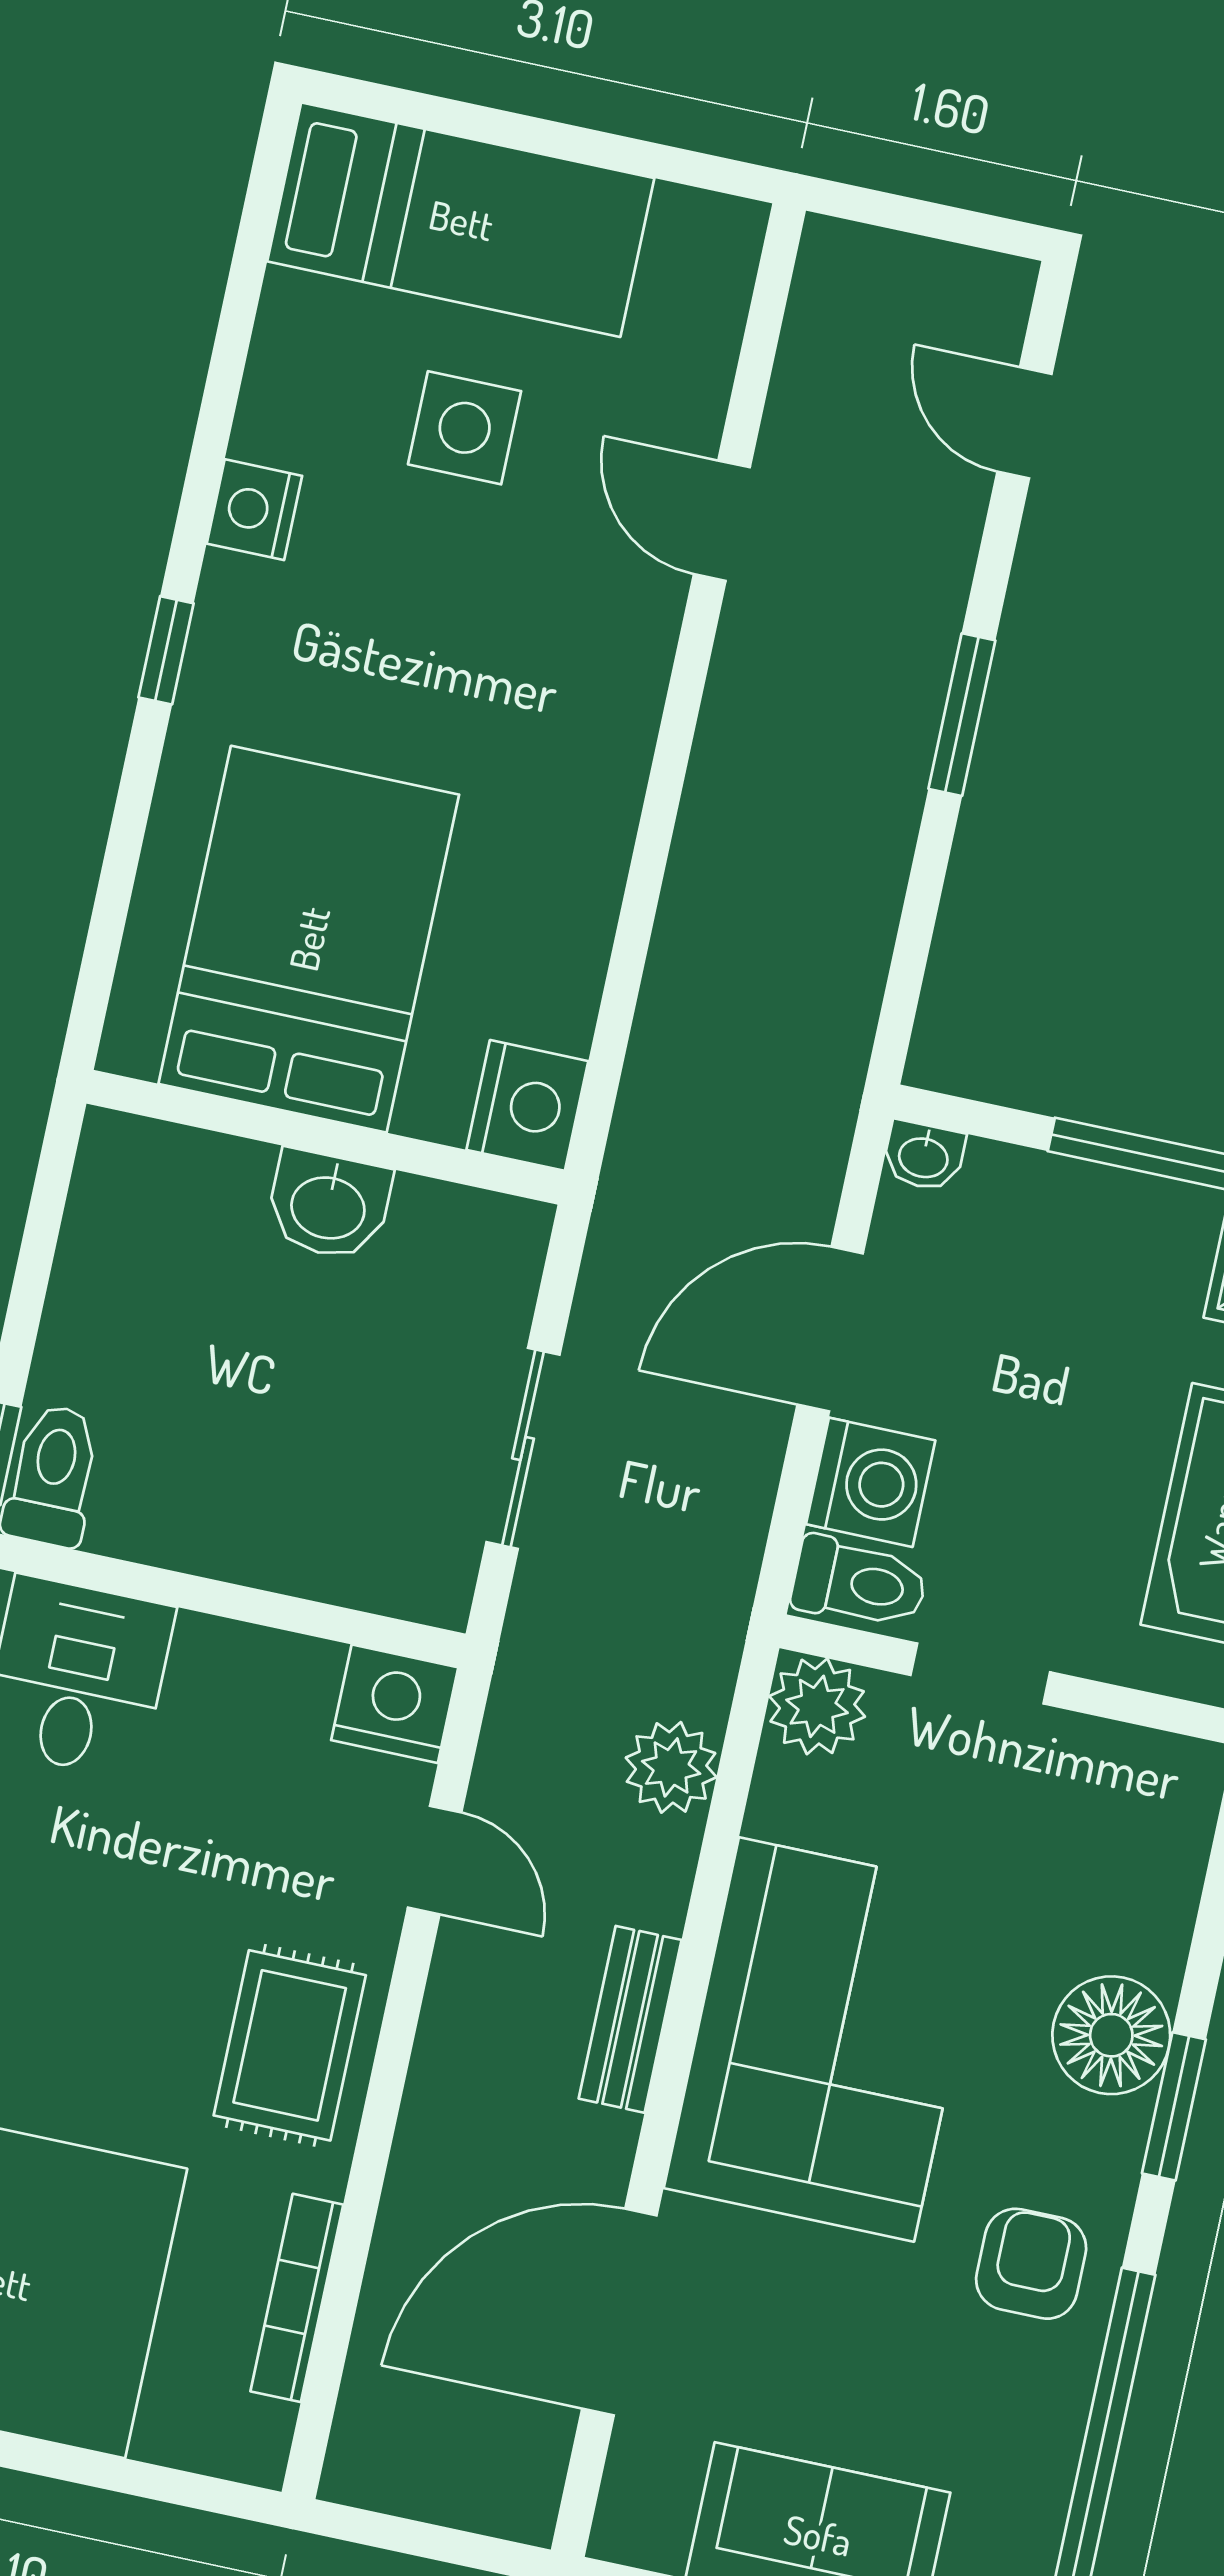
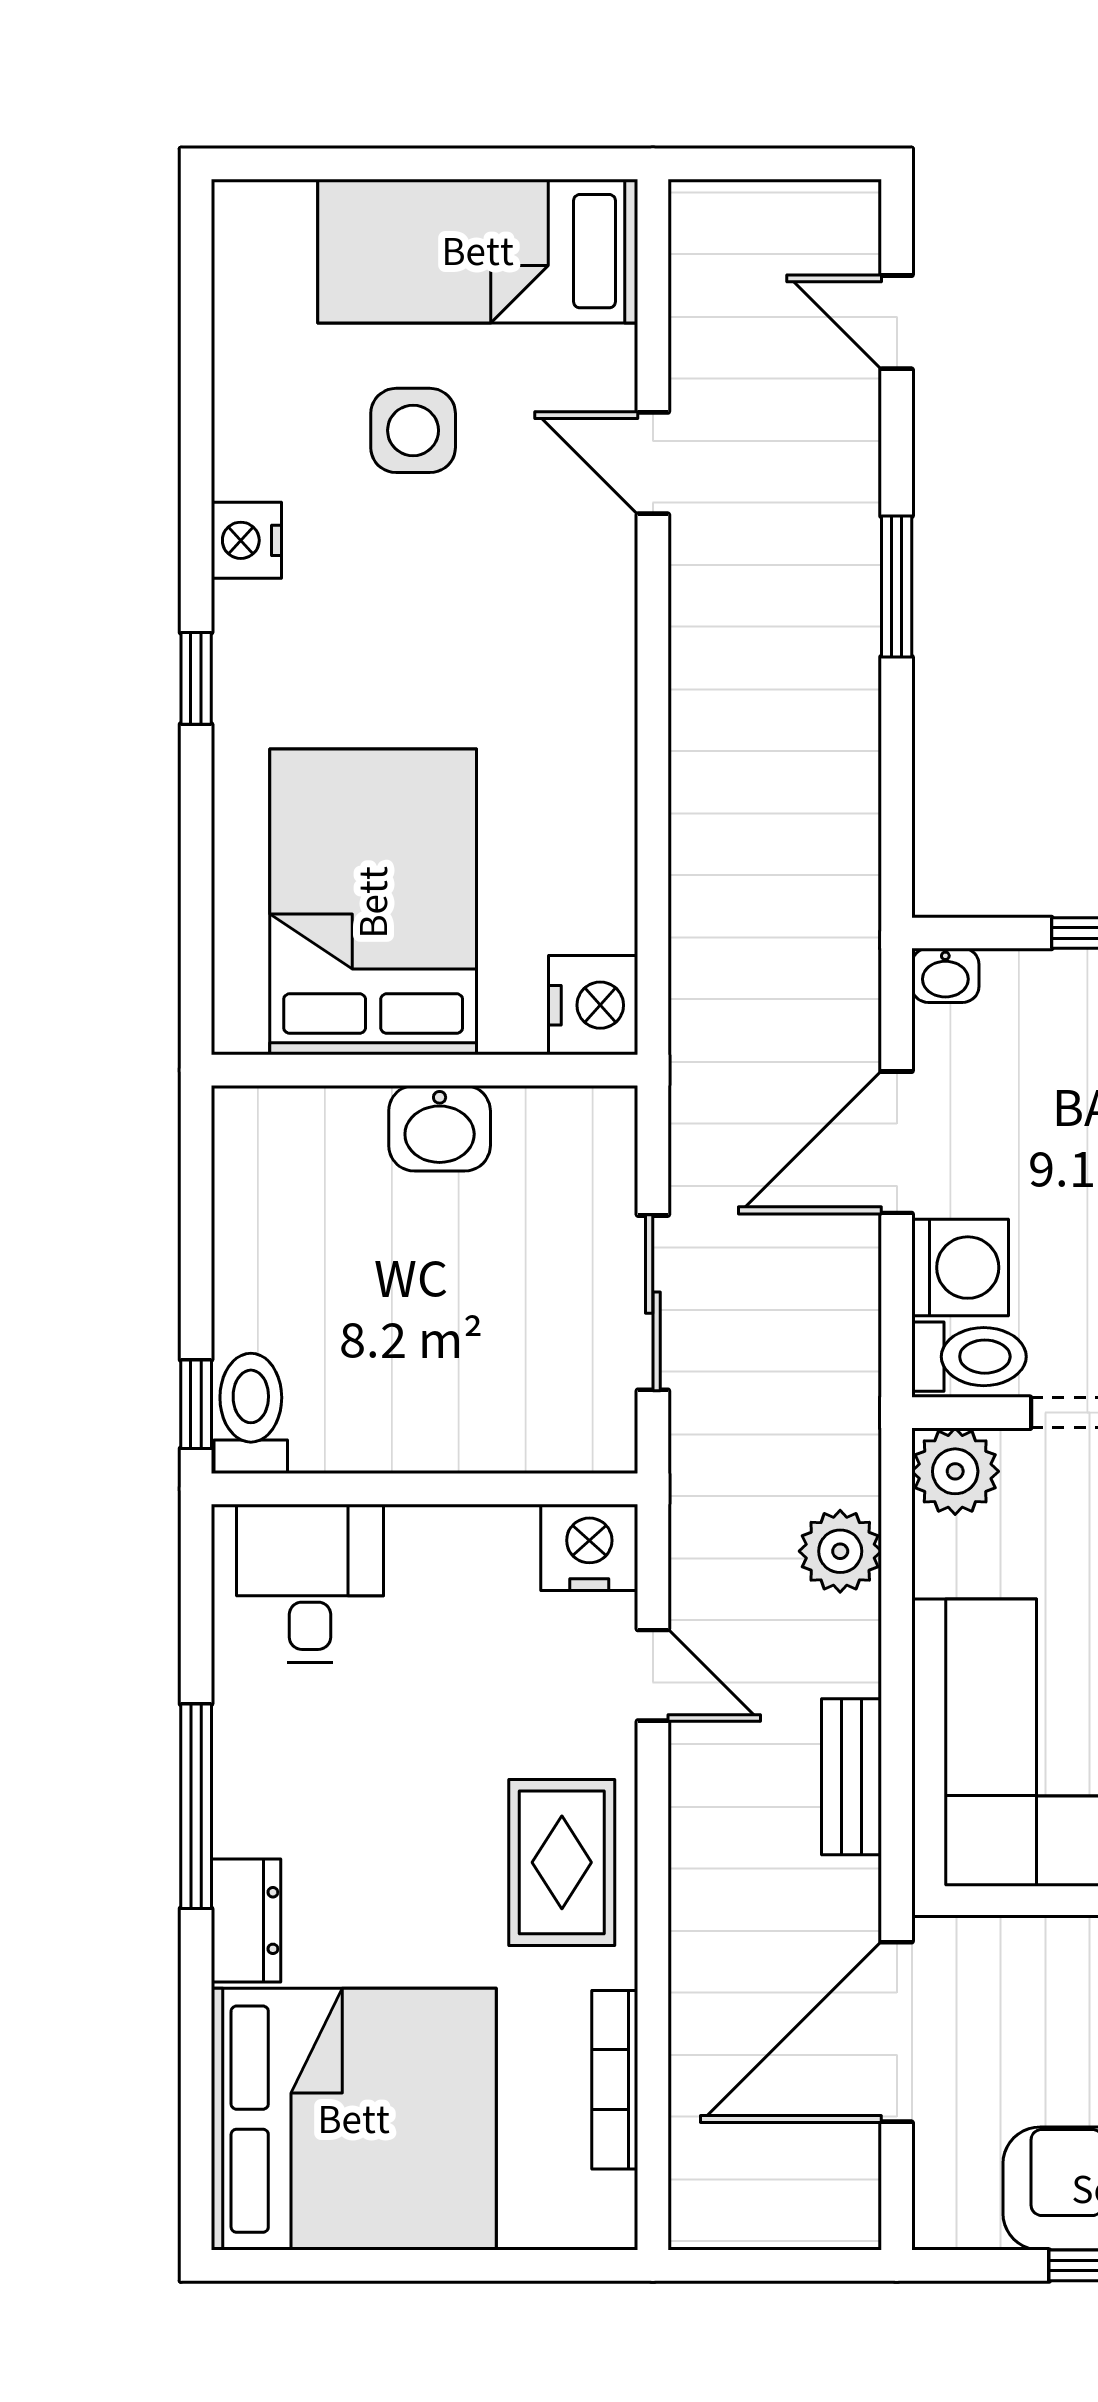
bed: (461, 220) -> (478, 251), moved, turned 180

